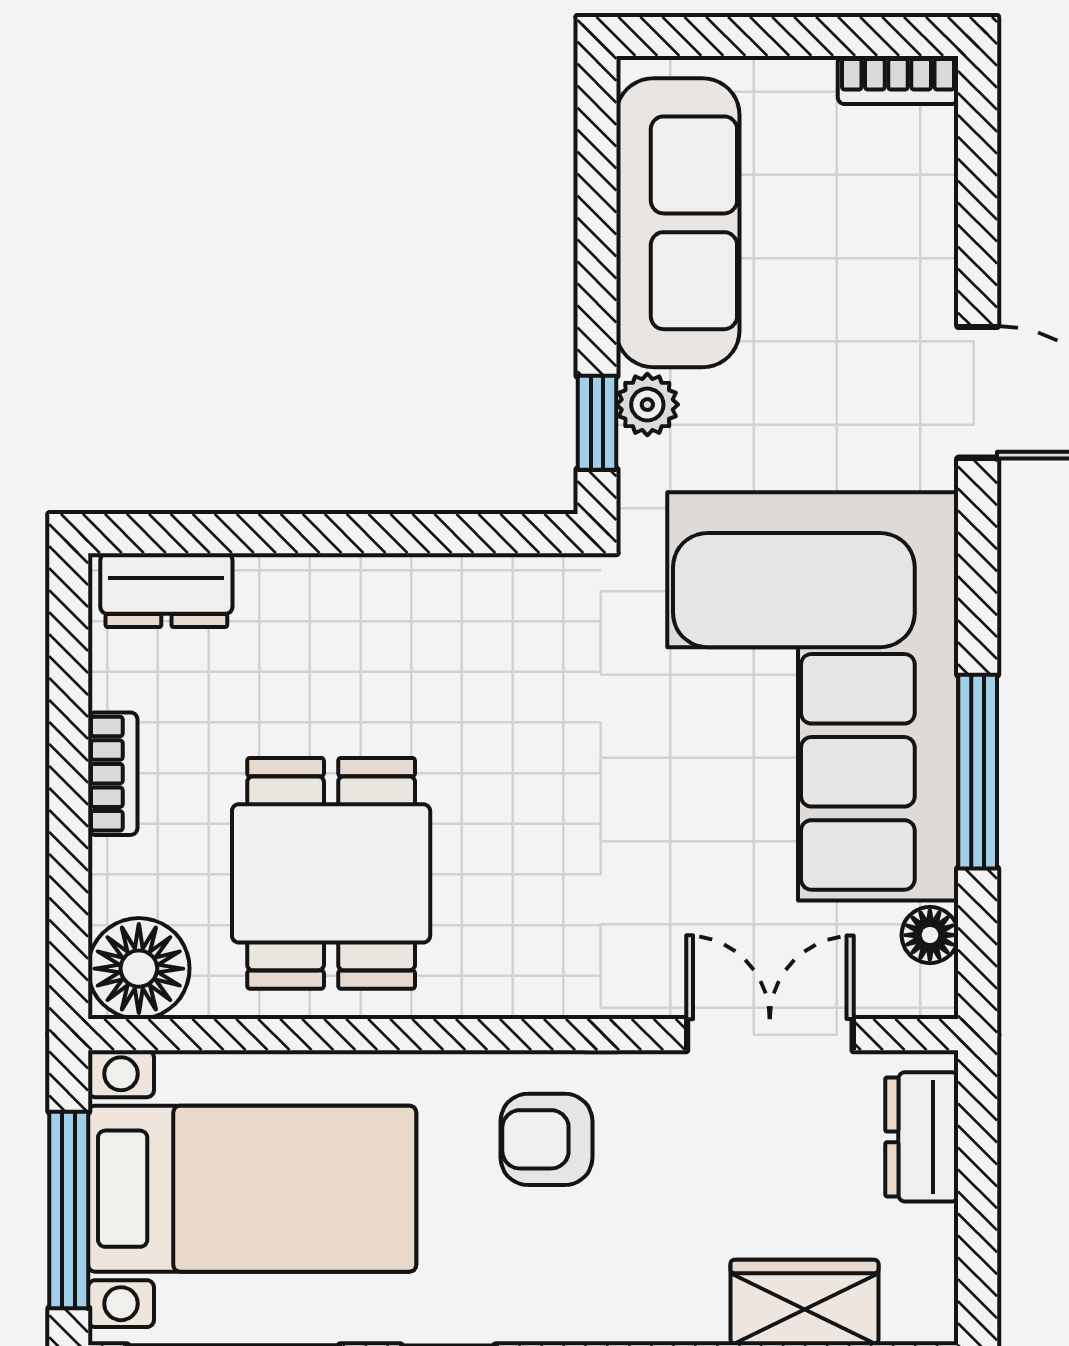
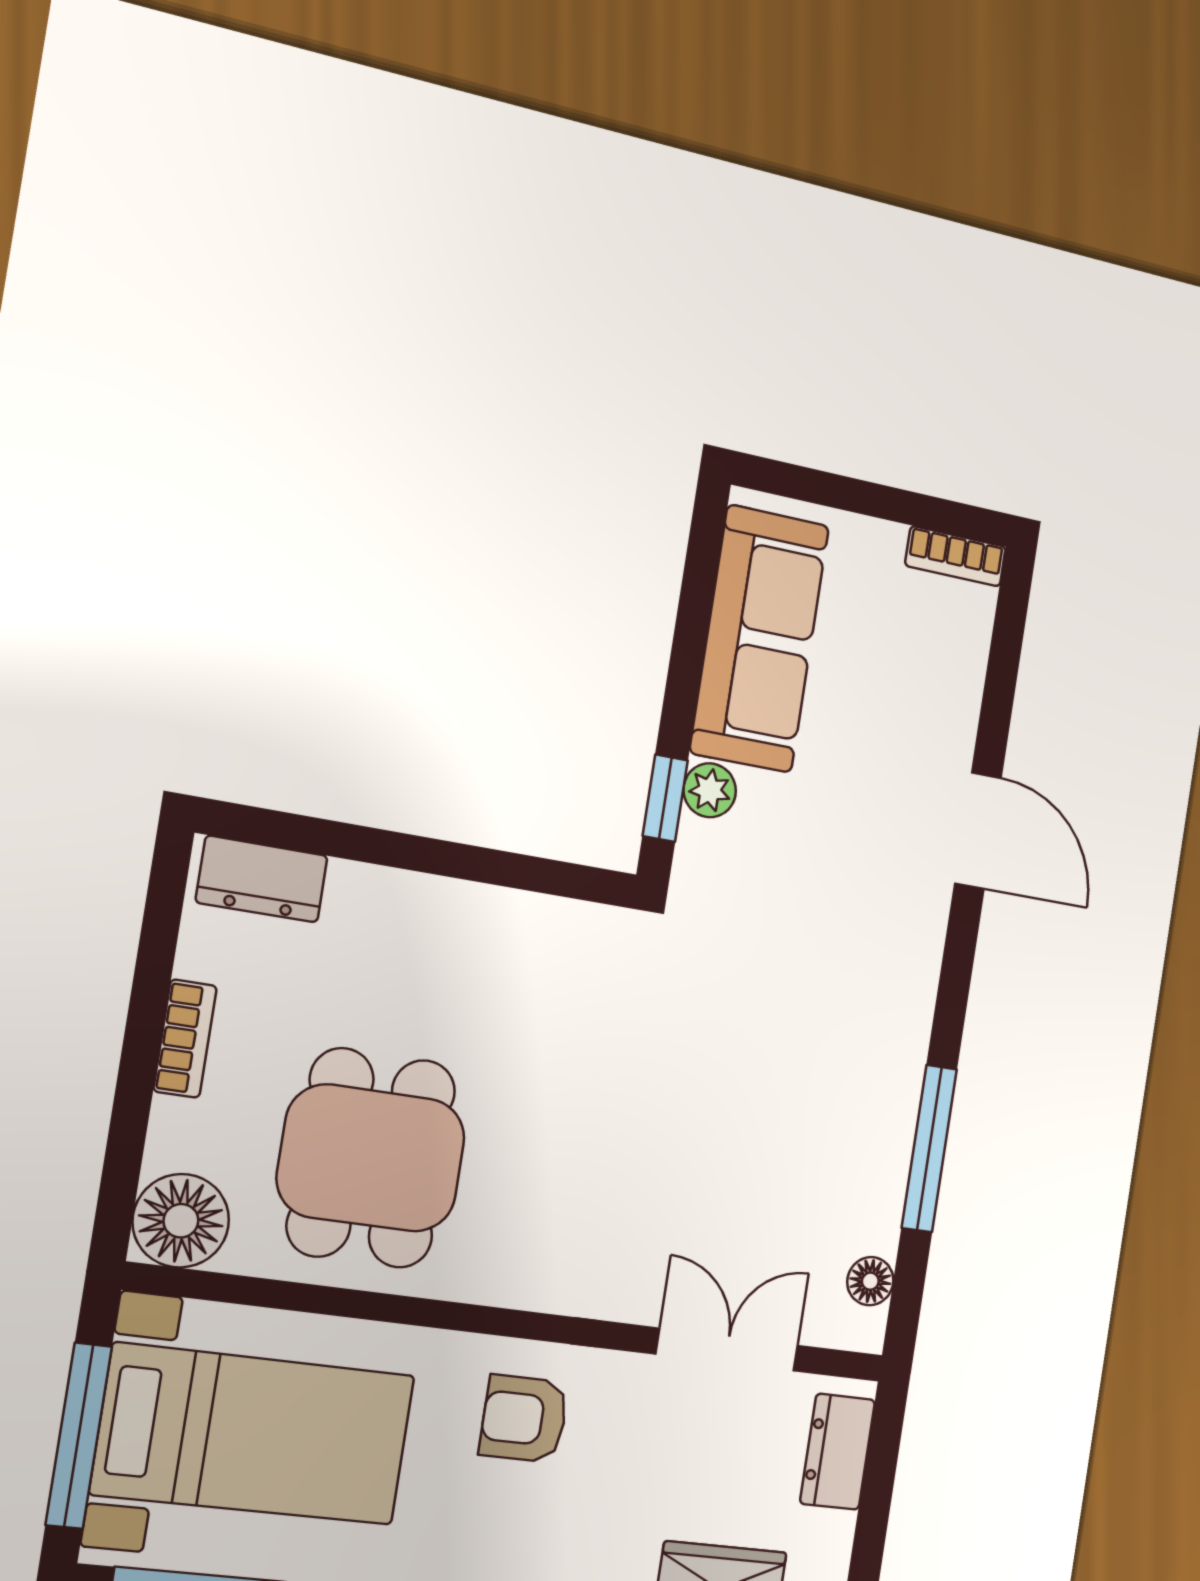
corner sofa: (813, 696) -> (807, 1064), removed

